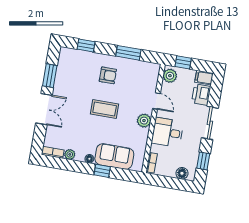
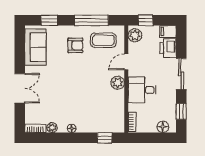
window: (128, 53) -> (91, 20), width x1.44
window: (50, 76) -> (20, 55), removed
door: (156, 101) -> (126, 62), swing flipped
coffee table: (105, 109) -> (103, 40), moved
sofa: (114, 156) -> (35, 47), moved, turned 90
window: (102, 171) -> (105, 138), moved

